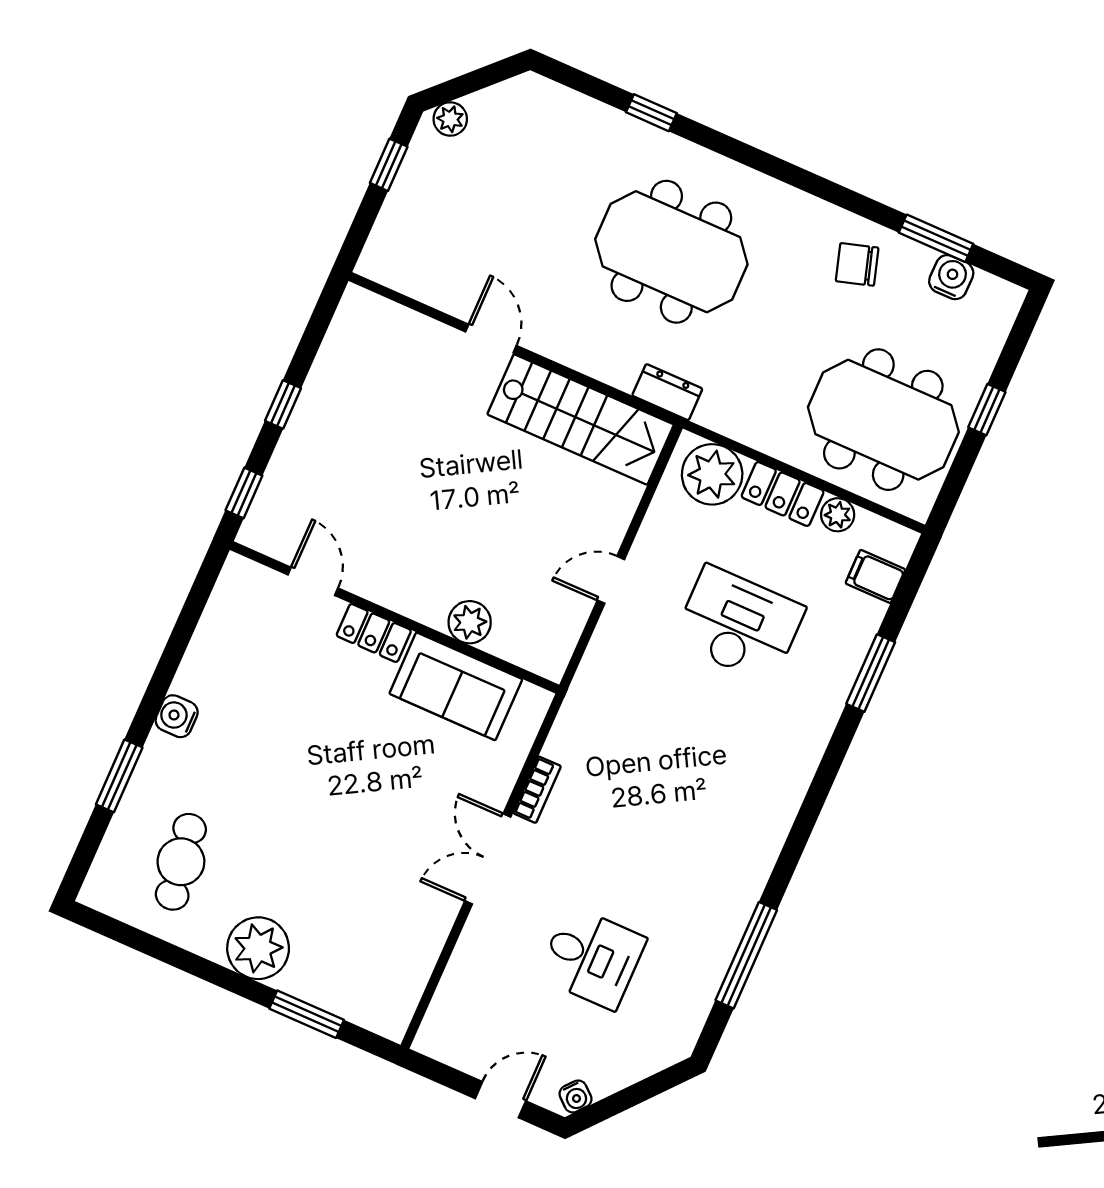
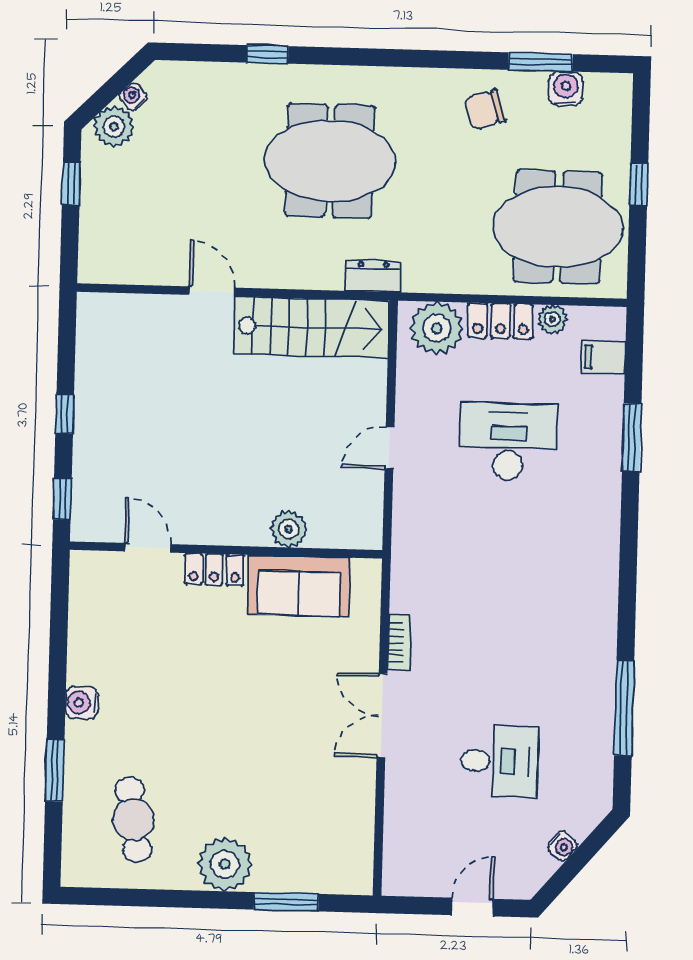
water cooler: (492, 99) -> (133, 97), added
plant: (450, 119) -> (114, 126), width x1.38, depth x1.38
water cooler: (575, 1096) -> (562, 846), moved

